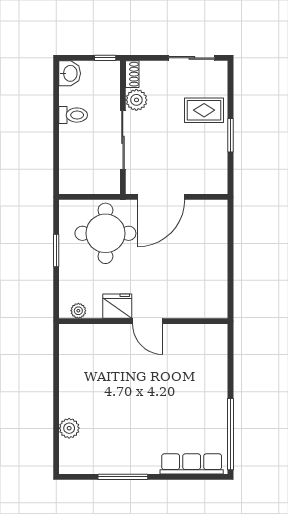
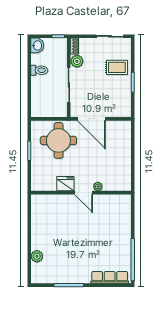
door: (161, 197) -> (91, 119), hinge flipped
plant: (78, 311) -> (98, 186), moved

